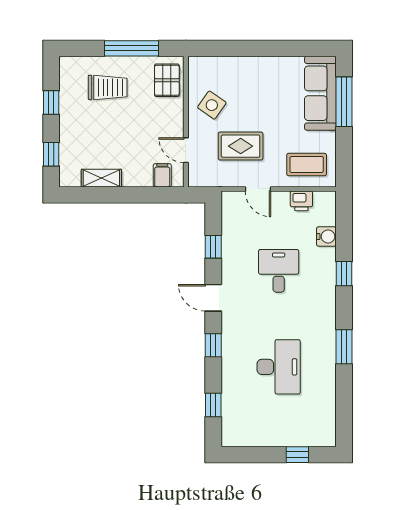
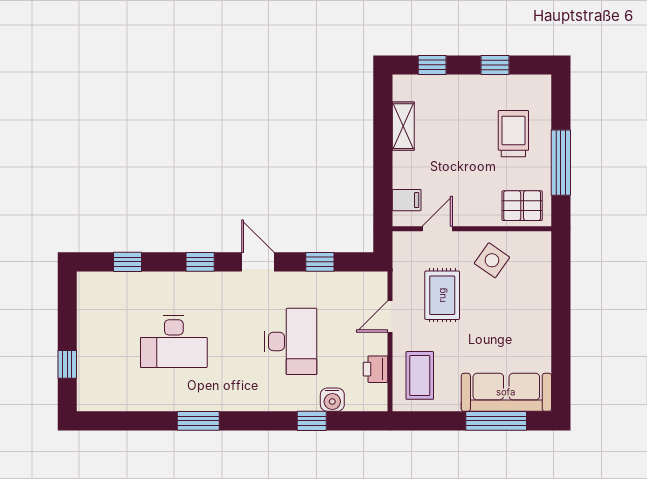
trolley: (108, 87) -> (513, 134), turned 180
desk: (279, 271) -> (291, 341), width x1.37
window: (344, 274) -> (312, 421), moved
door: (213, 298) -> (258, 262), hinge flipped

